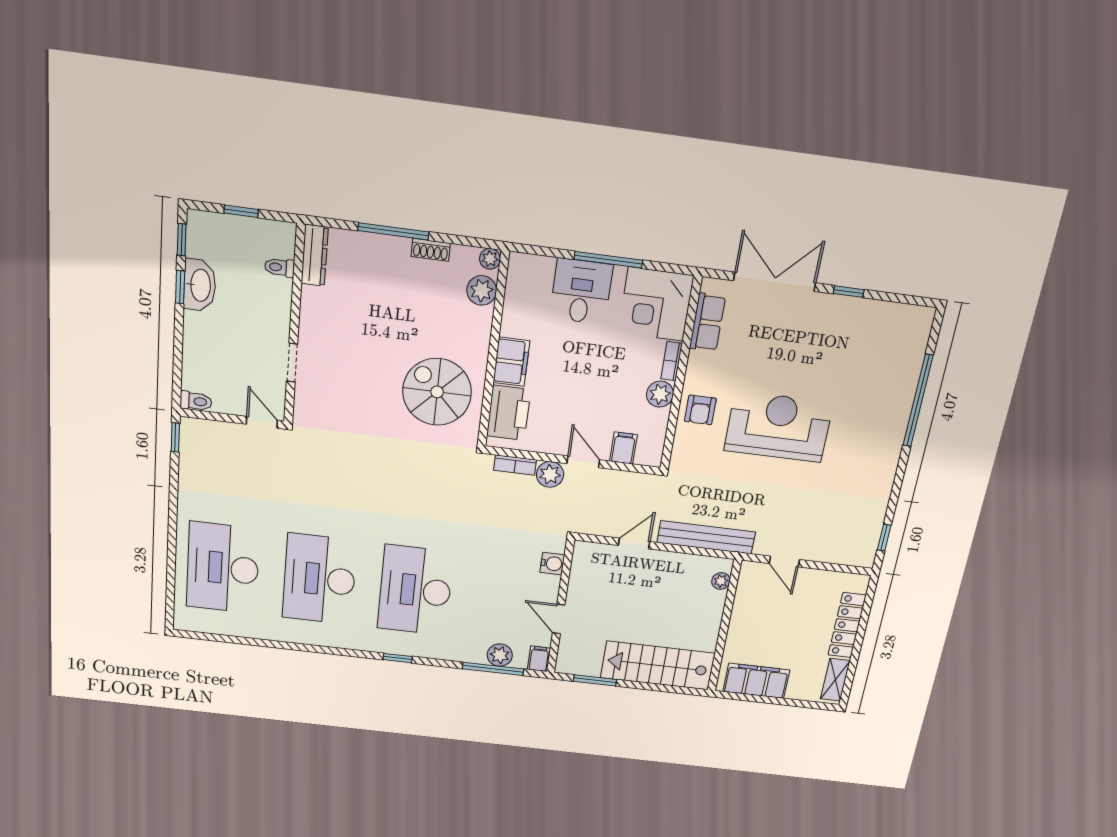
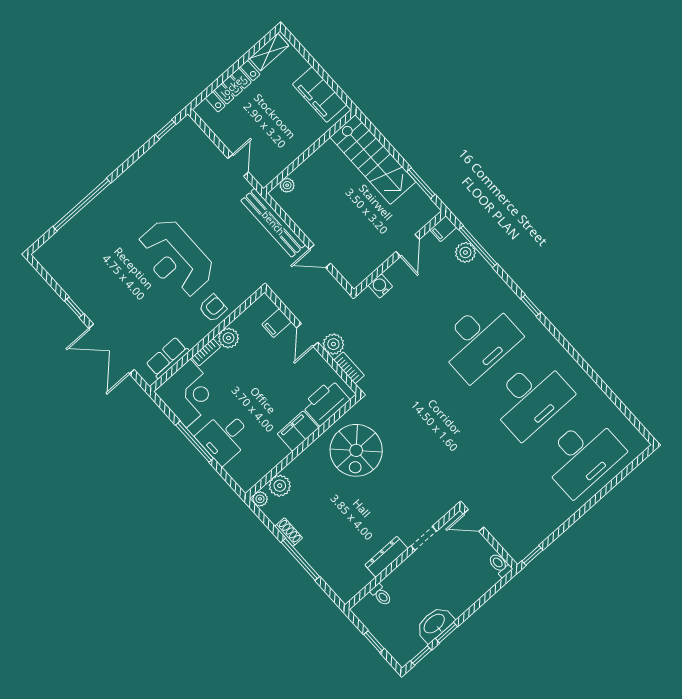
dresser: (315, 255) -> (386, 557), moved
door: (262, 422) -> (474, 520), hinge flipped

